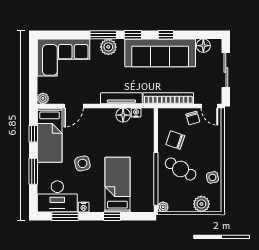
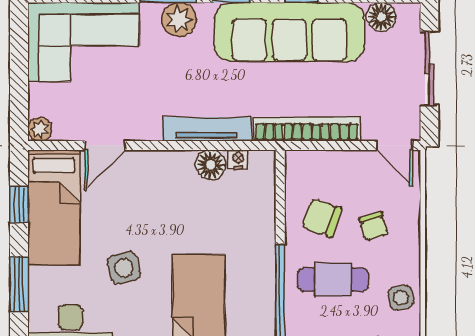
chair: (193, 118) -> (374, 226), moved
cafe table: (181, 169) -> (333, 280), turned -30

